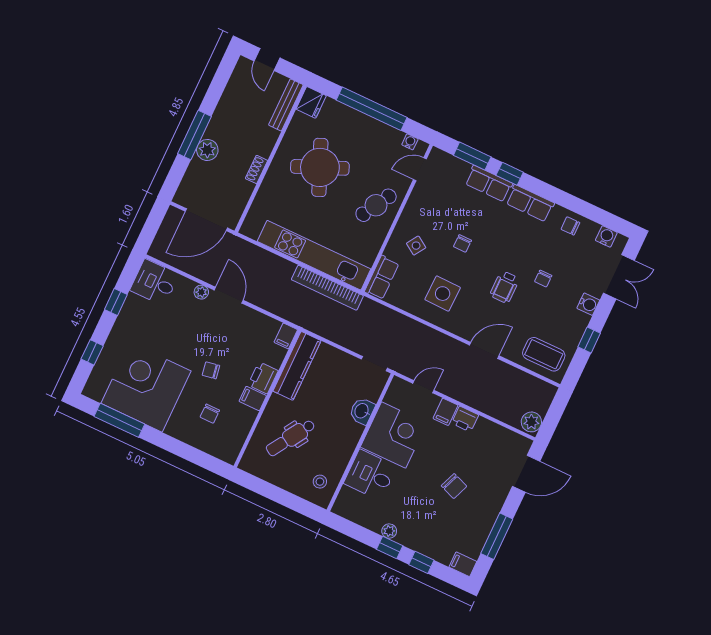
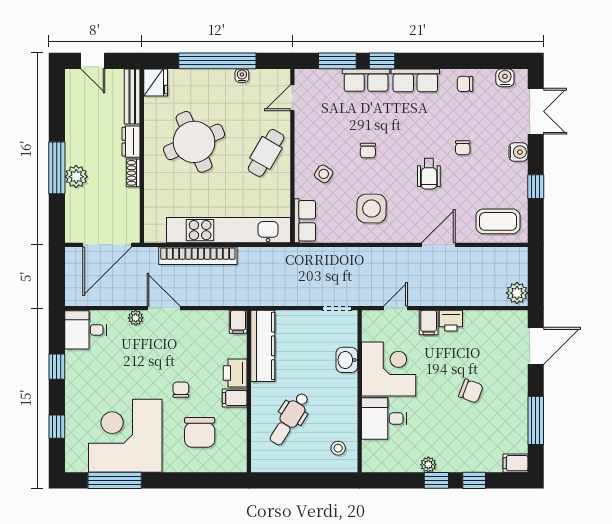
dresser: (267, 142) -> (131, 142), added
water cooler: (410, 142) -> (242, 76), moved
bookcase: (327, 288) -> (198, 256), moved
chair: (211, 370) -> (181, 390), turned 100
chair: (210, 414) -> (200, 432), width x1.87, depth x1.87

